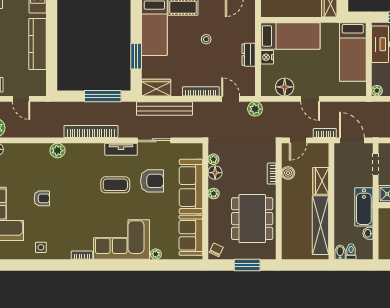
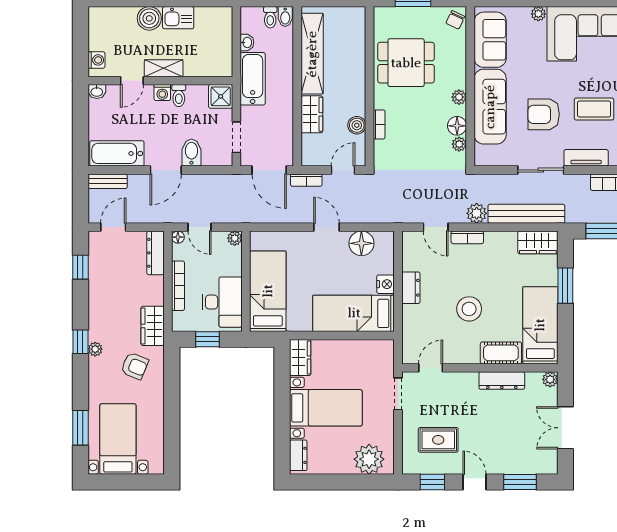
stool: (206, 39) -> (469, 309), width x1.89, depth x1.89
bookcase: (201, 91) -> (467, 237), width x0.64
plant: (255, 109) -> (477, 213), moved
dining table: (252, 219) -> (406, 63), width x0.73

